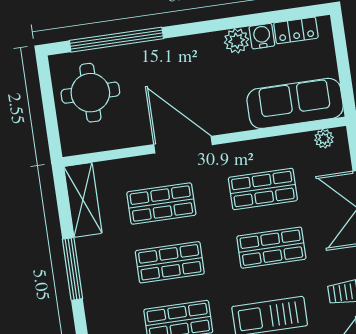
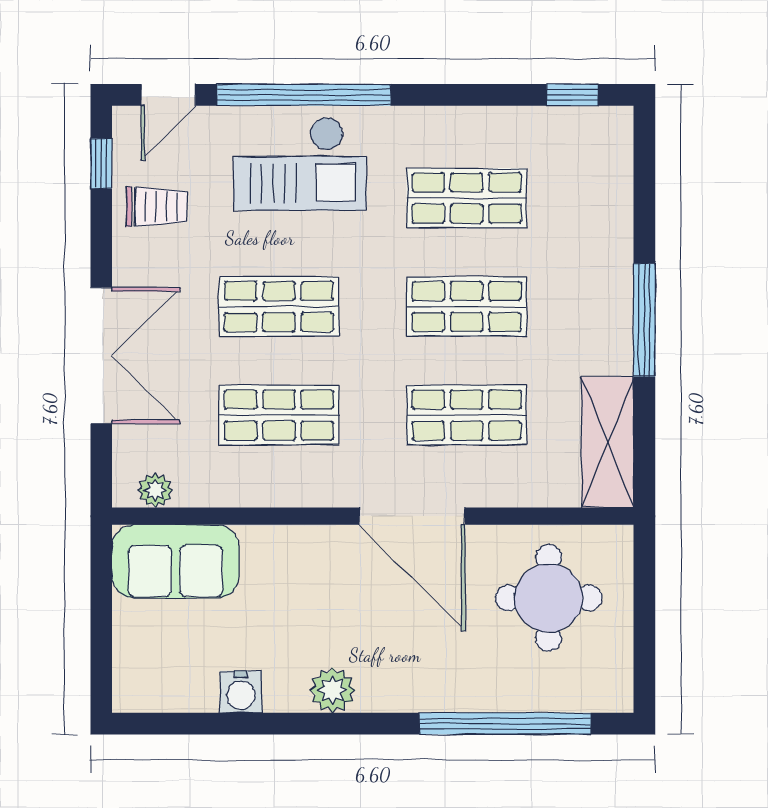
locker: (296, 30) -> (178, 693), removed
plant: (236, 41) -> (333, 690), moved
round table: (90, 93) -> (549, 598), moved
sofa: (295, 103) -> (175, 561), width x0.73

